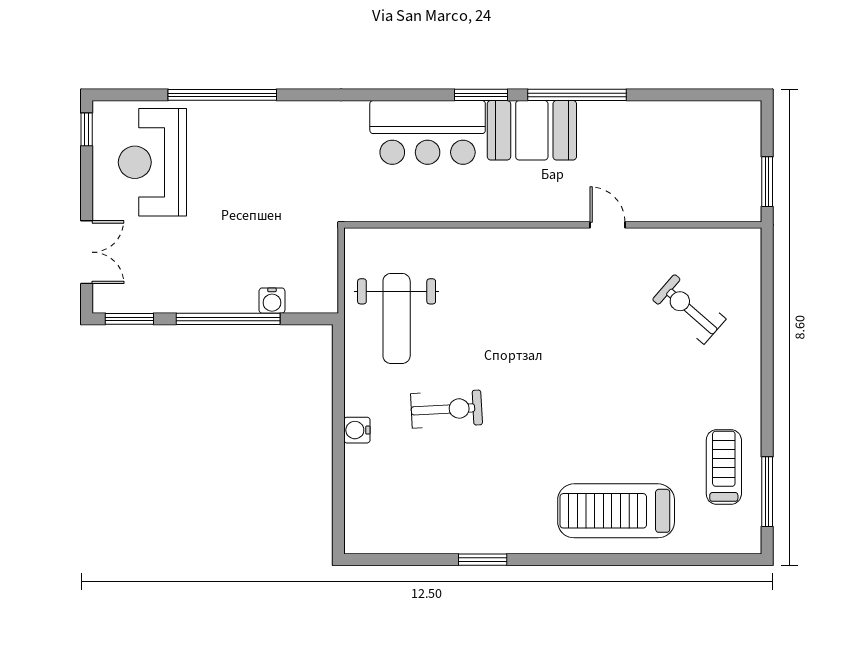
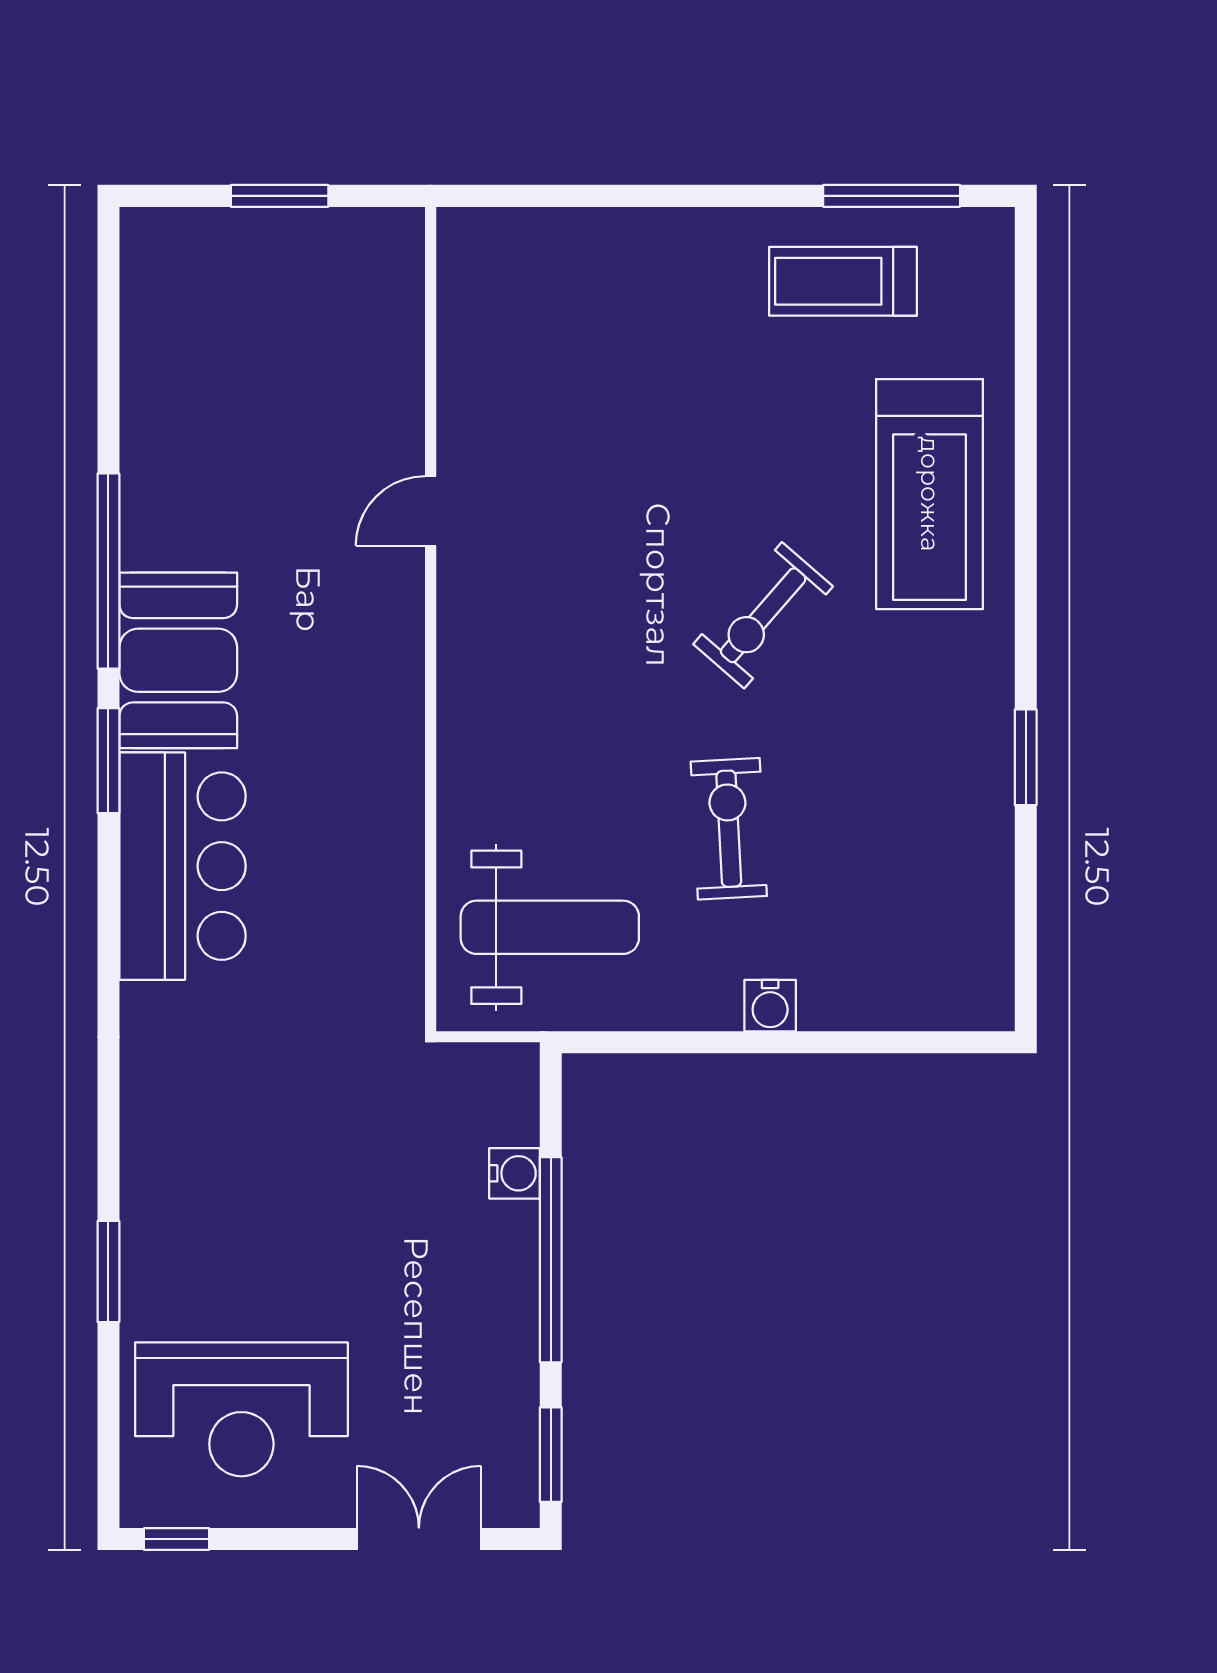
window: (222, 95) -> (108, 1272), width x0.47
wall: (553, 225) -> (431, 619), moved
door: (608, 225) -> (431, 511), moved
exercise bike: (689, 309) -> (763, 615), moved

